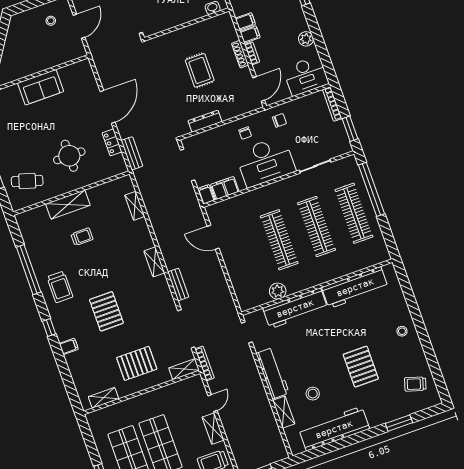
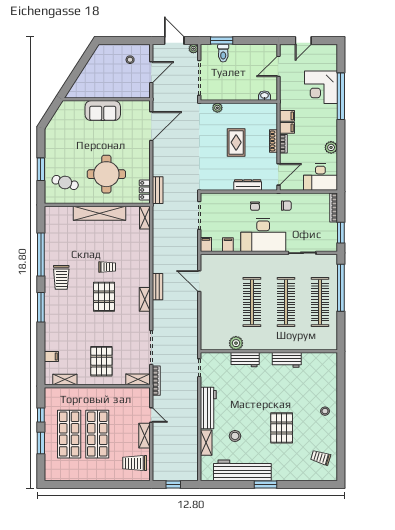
plant: (166, 39) -> (217, 108), added
door: (108, 107) -> (151, 126), moved
dresser: (205, 121) -> (248, 185), moved
locker: (112, 142) -> (145, 190), moved
round table: (69, 156) -> (106, 174), width x1.36, depth x1.36
filing cabinet: (225, 188) -> (228, 245), width x0.50
shelving: (68, 205) -> (100, 213), width x1.47
shelving: (135, 206) -> (145, 218), moved
trolley: (82, 237) -> (107, 267), moved
shelving: (154, 262) -> (145, 299), moved
bench: (178, 285) -> (158, 287), moved
workbench: (355, 287) -> (287, 360), width x0.53, depth x0.76
workbench: (295, 308) -> (245, 360), width x0.53, depth x0.76
pallet: (106, 311) -> (104, 297), moved
window: (49, 328) -> (41, 307), width x2.17
filing cabinet: (69, 346) -> (51, 356), moved
pallet: (137, 363) -> (101, 361), turned 90
door: (212, 403) -> (151, 415), hinge flipped
window: (399, 423) -> (266, 484), moved
window: (91, 446) -> (41, 415), added

